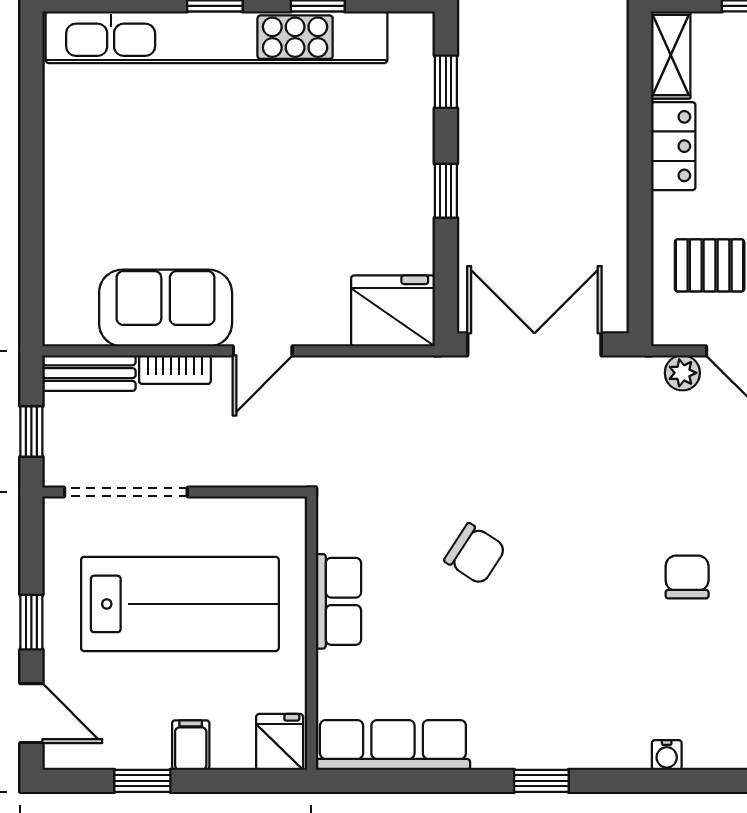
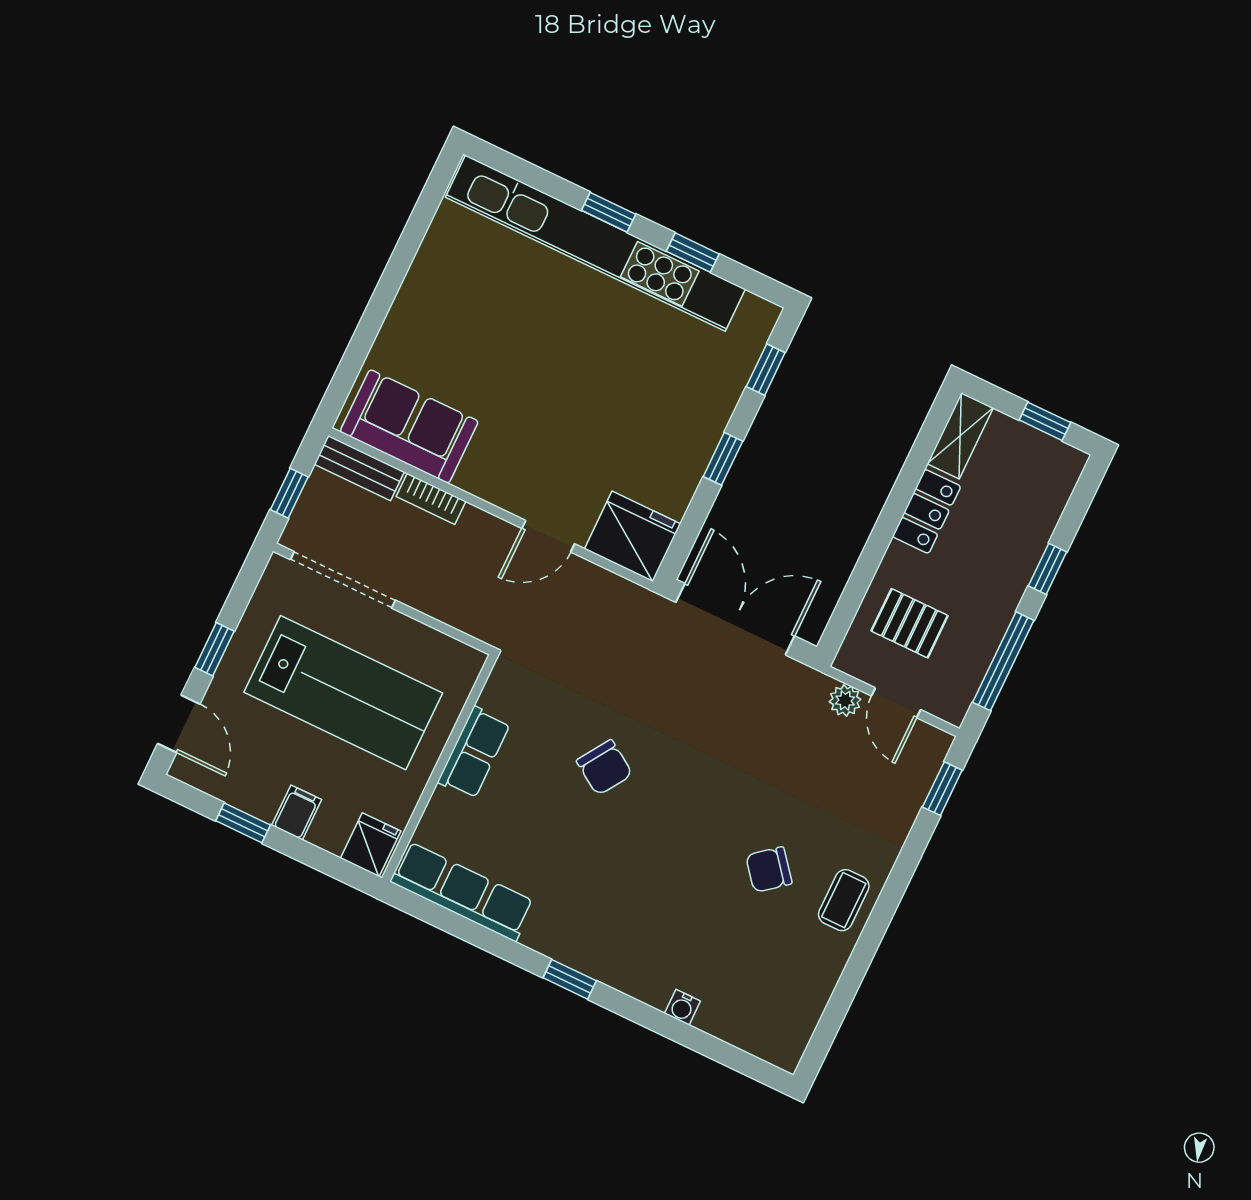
sofa: (166, 308) -> (409, 426), moved
door: (263, 351) -> (548, 536), moved
chair: (687, 577) -> (769, 870), turned -129

